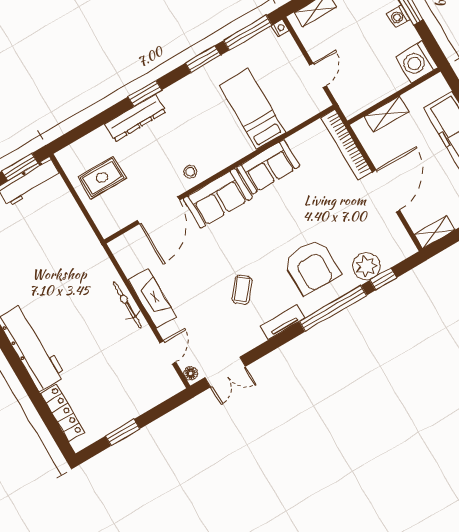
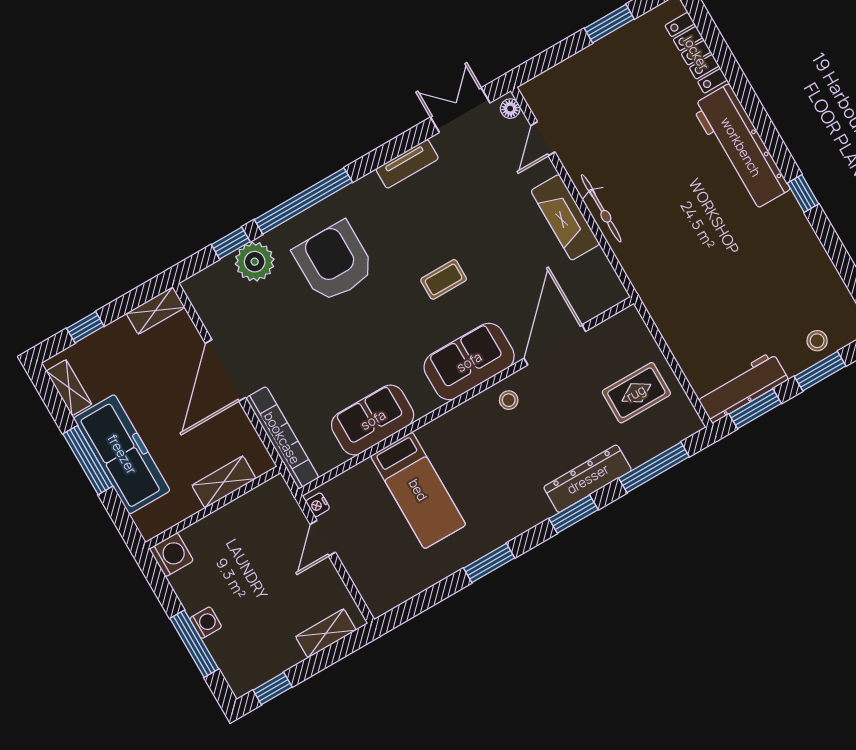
nightstand: (280, 28) -> (318, 505), moved
window: (248, 33) -> (654, 467), moved
washing machine: (417, 62) -> (171, 555), width x0.73, depth x0.73
sofa: (268, 167) -> (373, 420), moved
coffee table: (242, 290) -> (444, 279), moved, turned 50
tv unit: (282, 322) -> (407, 164), moved

